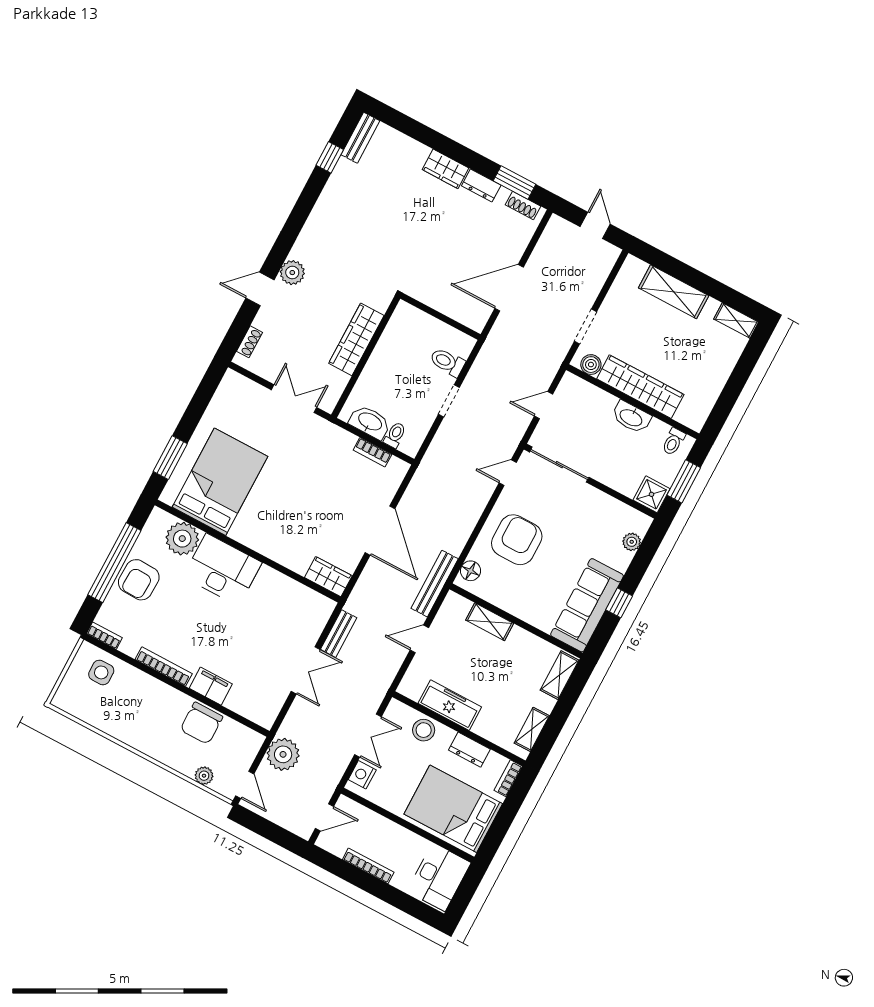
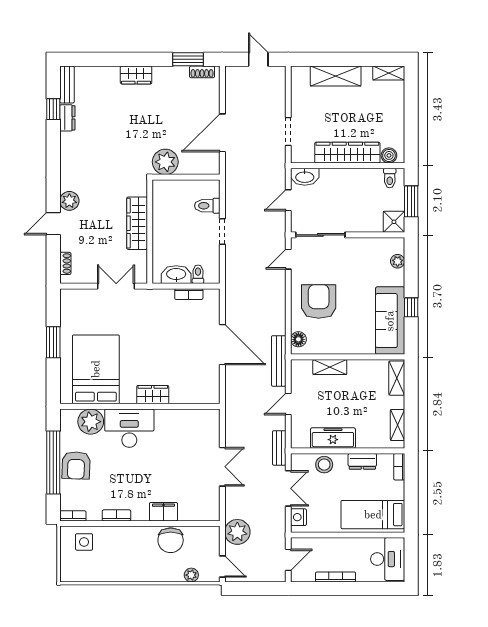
dresser: (481, 186) -> (67, 118), moved, turned -90
plant: (426, 286) -> (165, 162), added
boiler: (591, 365) -> (389, 155), moved
washbasin: (631, 417) -> (305, 177), moved
window: (170, 458) -> (53, 342), moved
wardrobe: (328, 577) -> (153, 395), moved
bench: (339, 634) -> (279, 448), moved
bookcase: (164, 667) -> (116, 515), width x0.64
bed: (453, 809) -> (373, 515), width x0.67

